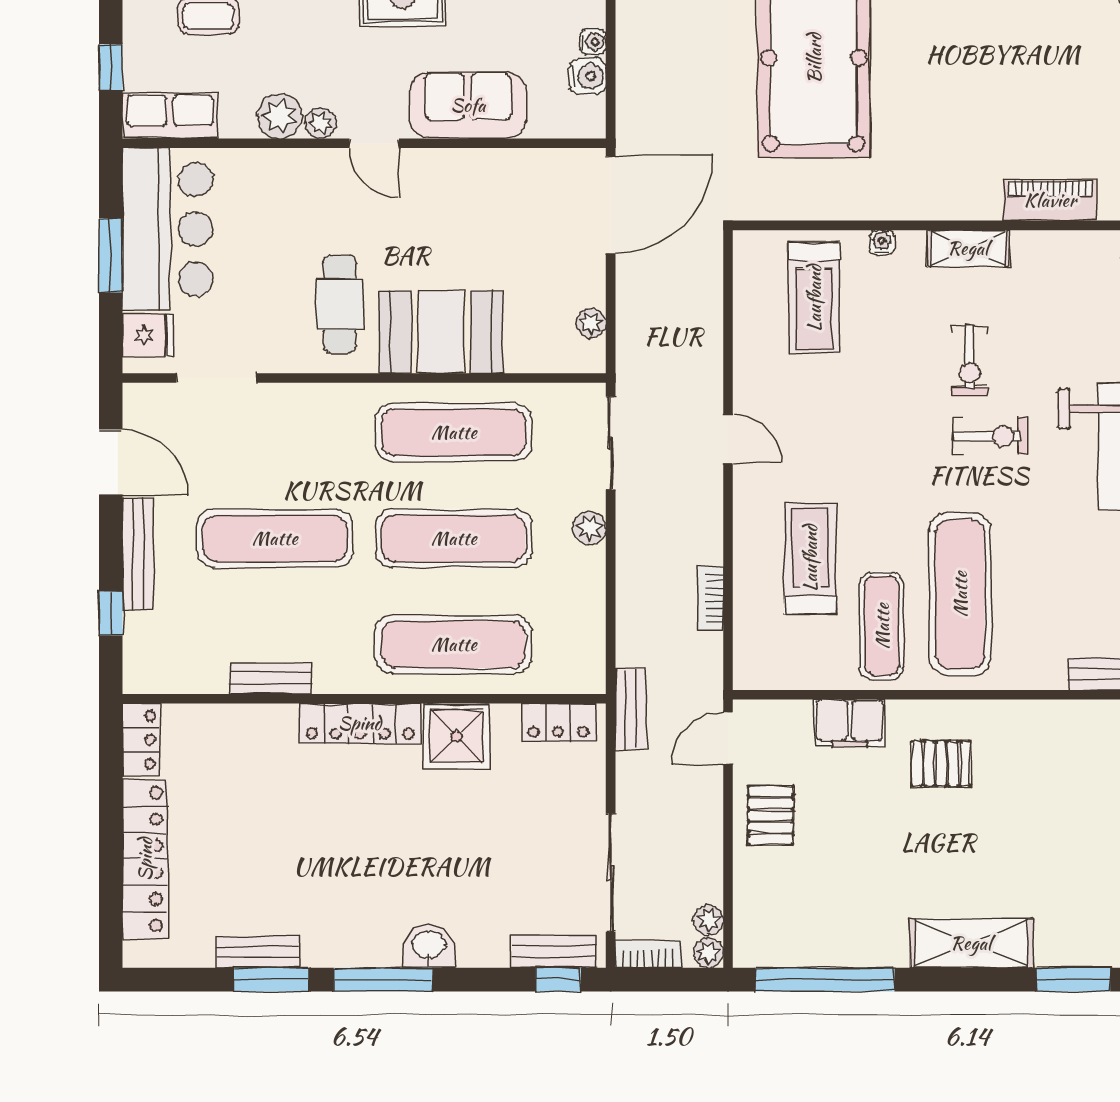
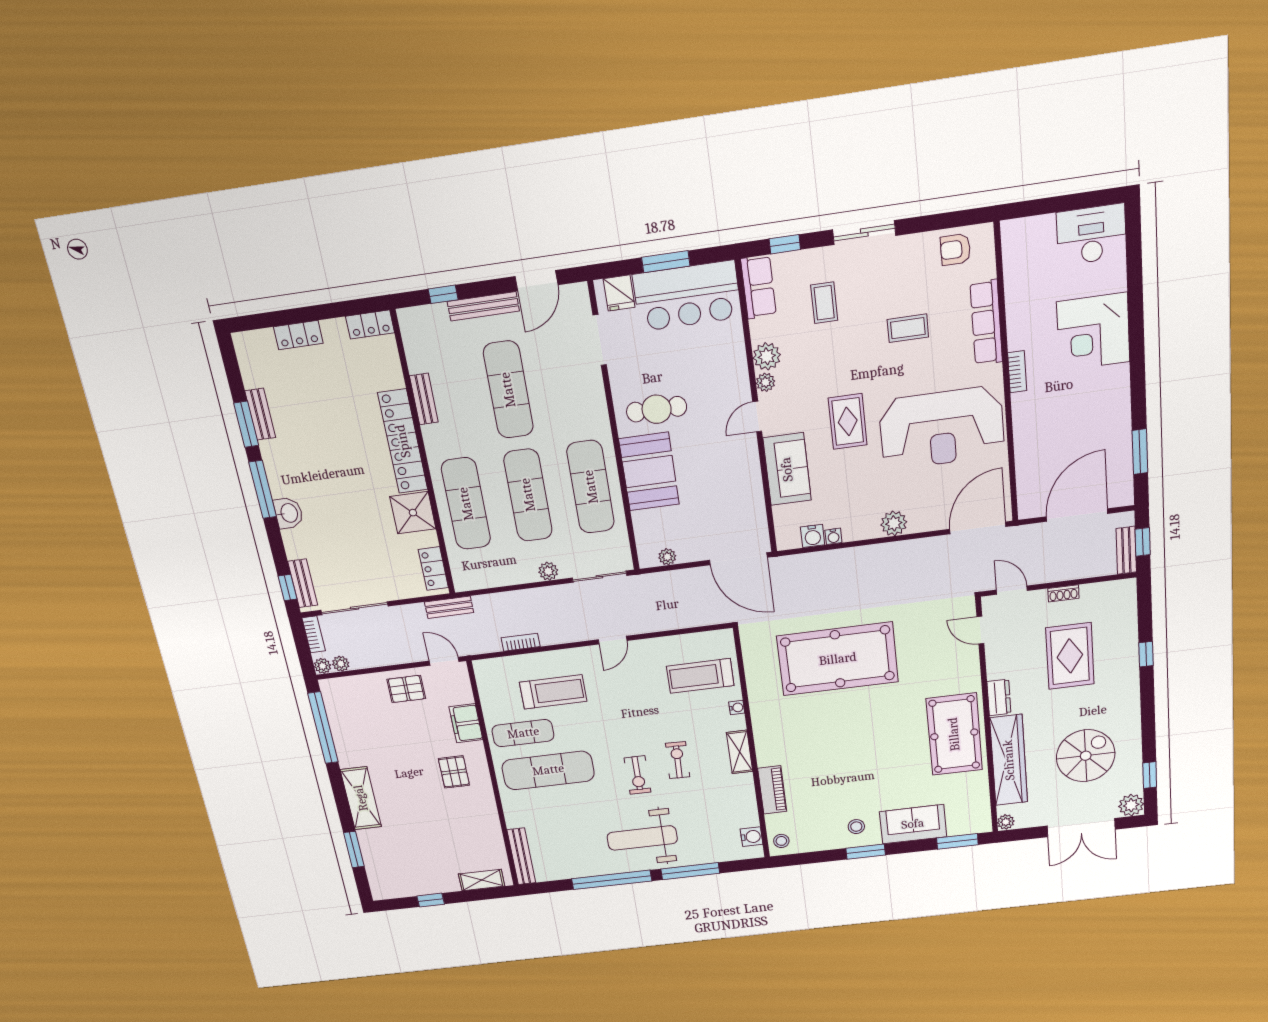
exercise bike: (970, 360) -> (678, 760), turned 92
locker: (360, 723) -> (403, 441), width x1.41, depth x1.21
locker: (145, 859) -> (298, 335), width x0.46, depth x0.83

